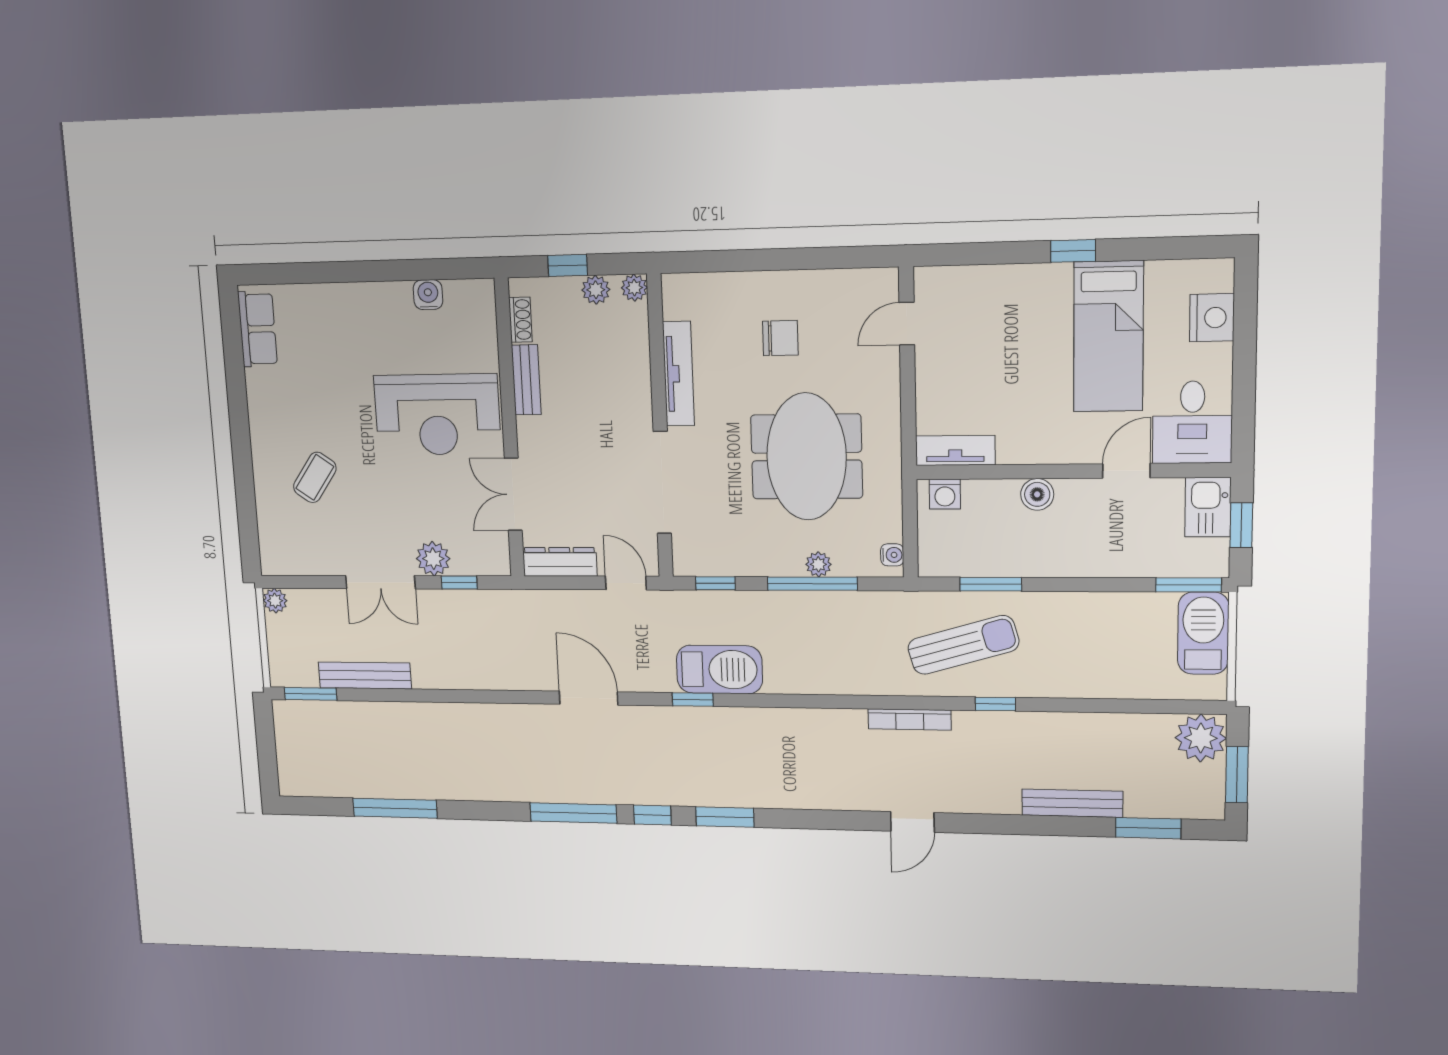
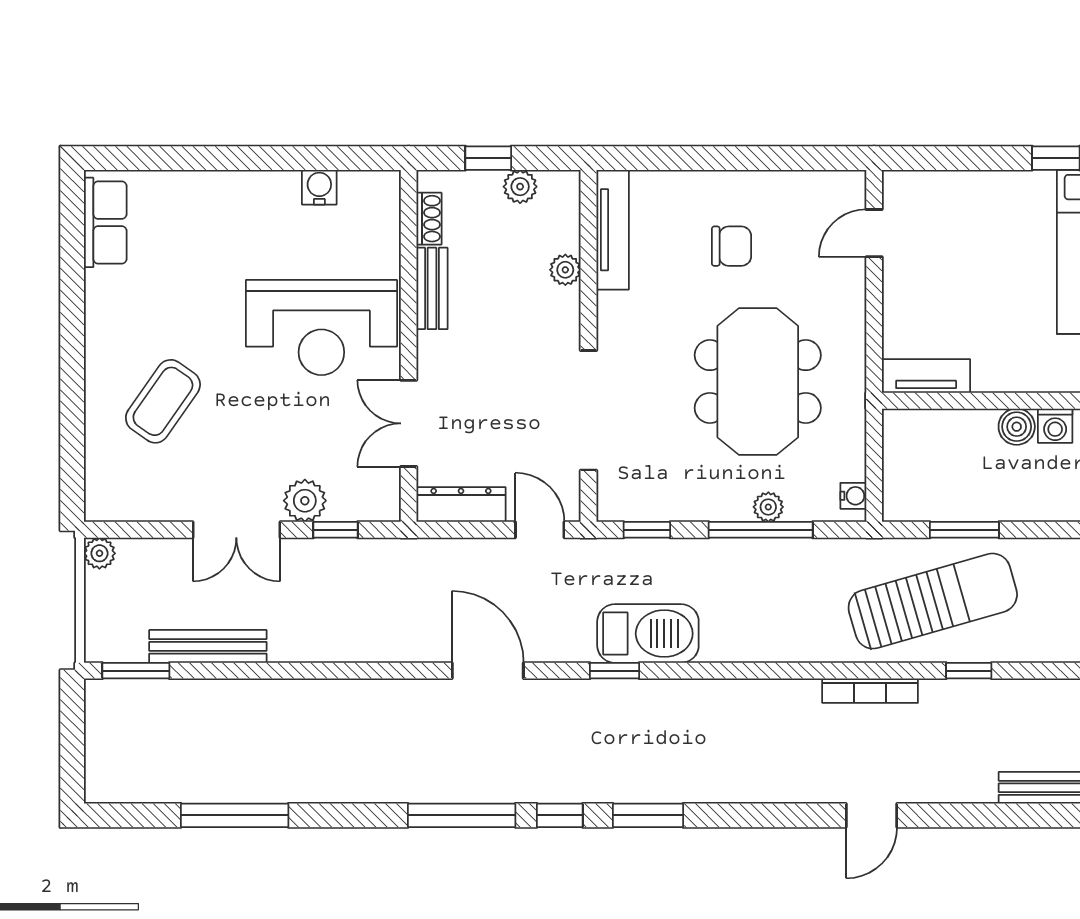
plant: (634, 288) -> (565, 270), moved
tv unit: (678, 374) -> (613, 230), moved
coffee table: (315, 477) -> (163, 401), width x1.36, depth x1.30
washing machine: (945, 494) -> (1055, 426), moved
sun lounger: (963, 645) -> (933, 601), width x1.36, depth x1.34

